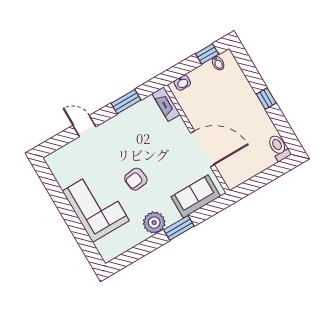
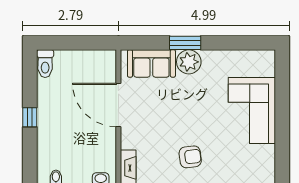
armchair: (136, 179) -> (190, 157), moved
plant: (154, 223) -> (189, 62), moved

